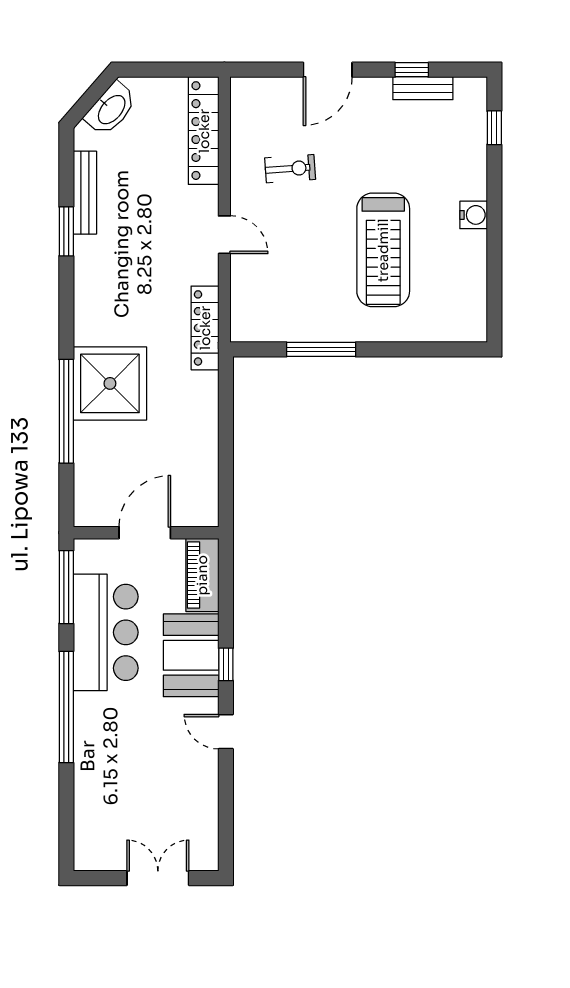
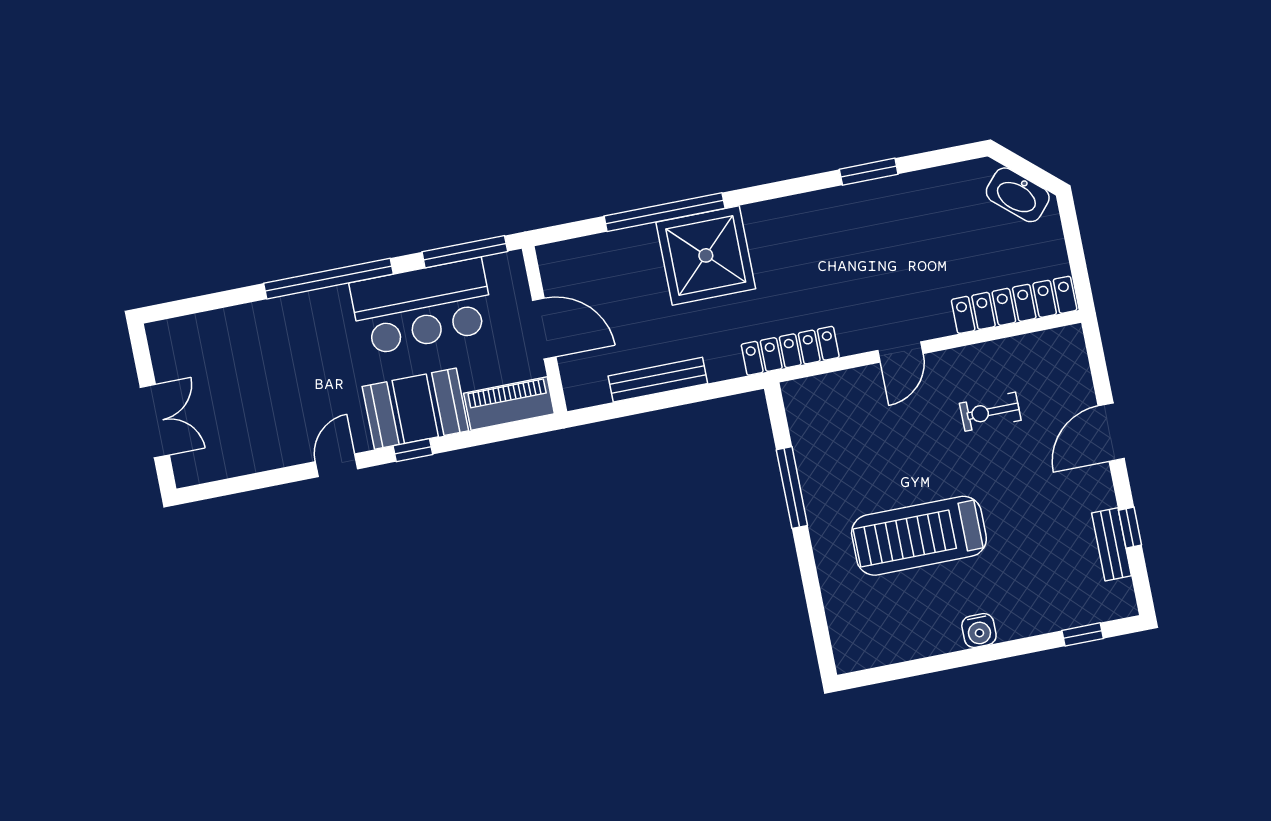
door: (328, 70) -> (1111, 432), hinge flipped
exercise bike: (290, 169) -> (990, 412), turned 94
bench: (85, 193) -> (658, 380), moved

